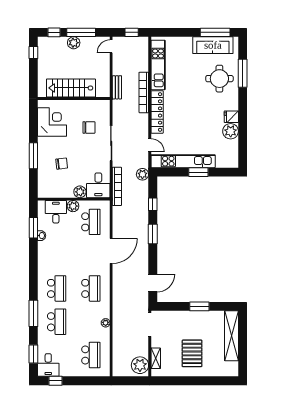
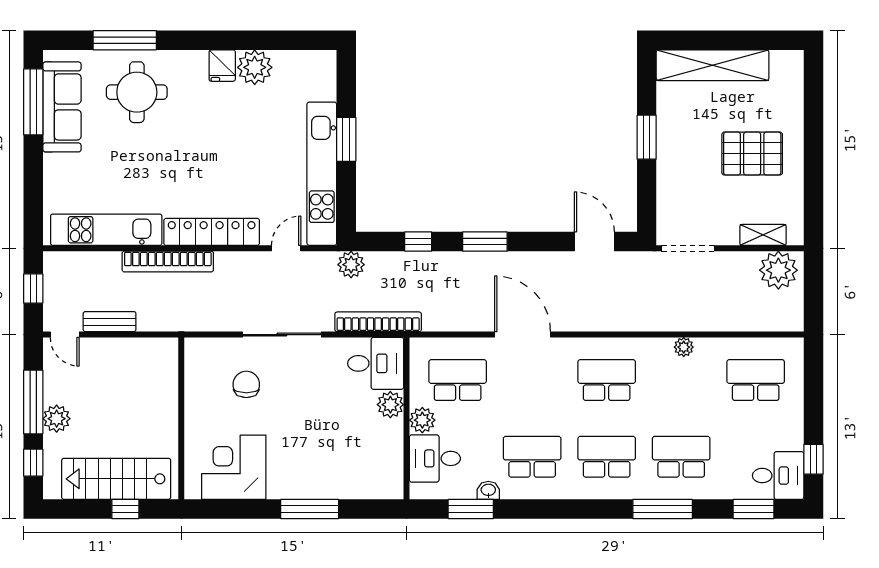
window: (33, 52) -> (125, 509), moved
bench: (117, 87) -> (110, 322), moved
stairs: (71, 88) -> (116, 479), moved, turned 90
chair: (62, 164) -> (327, 446), removed
school desk: (57, 255) -> (532, 457), added

